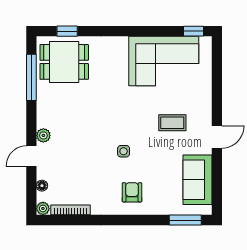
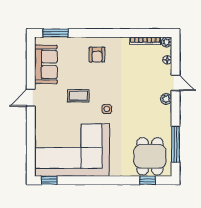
corner sofa: (164, 61) -> (72, 150), width x1.36, depth x1.36
dining table: (64, 62) -> (150, 156), turned 90
coffee table: (172, 123) -> (78, 96), moved
side table: (124, 151) -> (107, 109), moved
door: (31, 156) -> (176, 83), hinge flipped

